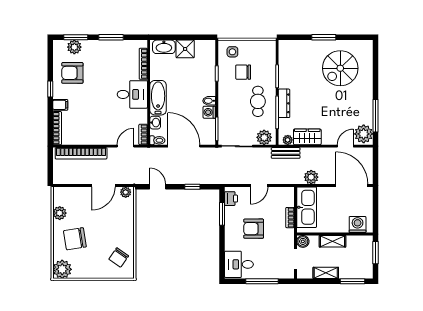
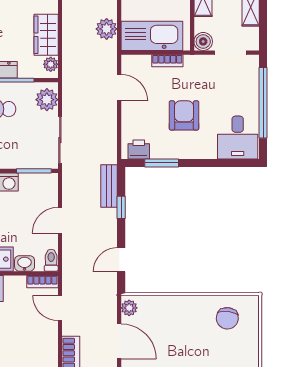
door: (184, 146) -> (60, 220), width x0.53
bench: (286, 153) -> (109, 186), moved
door: (259, 186) -> (119, 88), moved
armchair: (254, 229) -> (184, 115), turned 180
chair: (119, 257) -> (227, 318), turned 62
window: (262, 281) -> (263, 103), width x1.46

